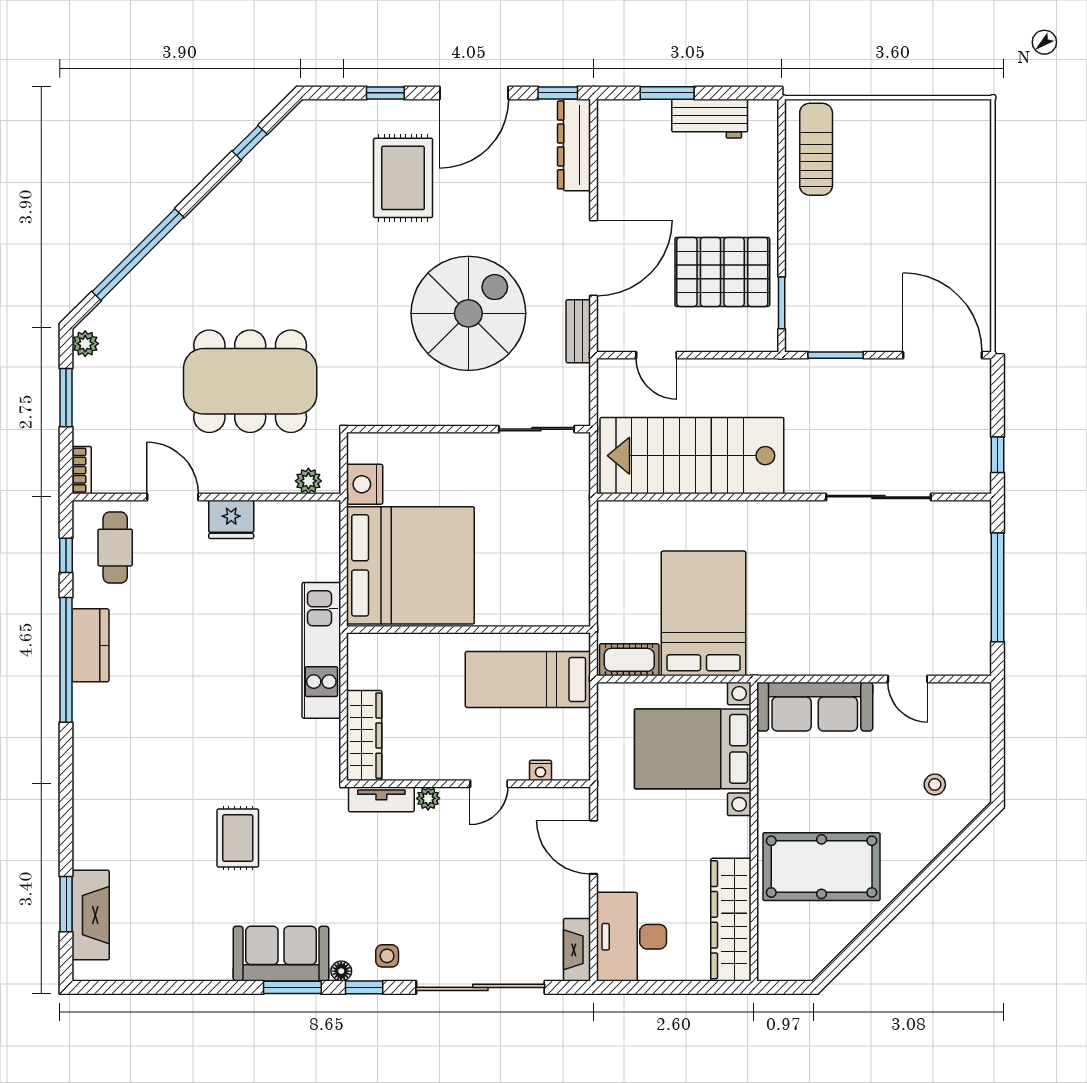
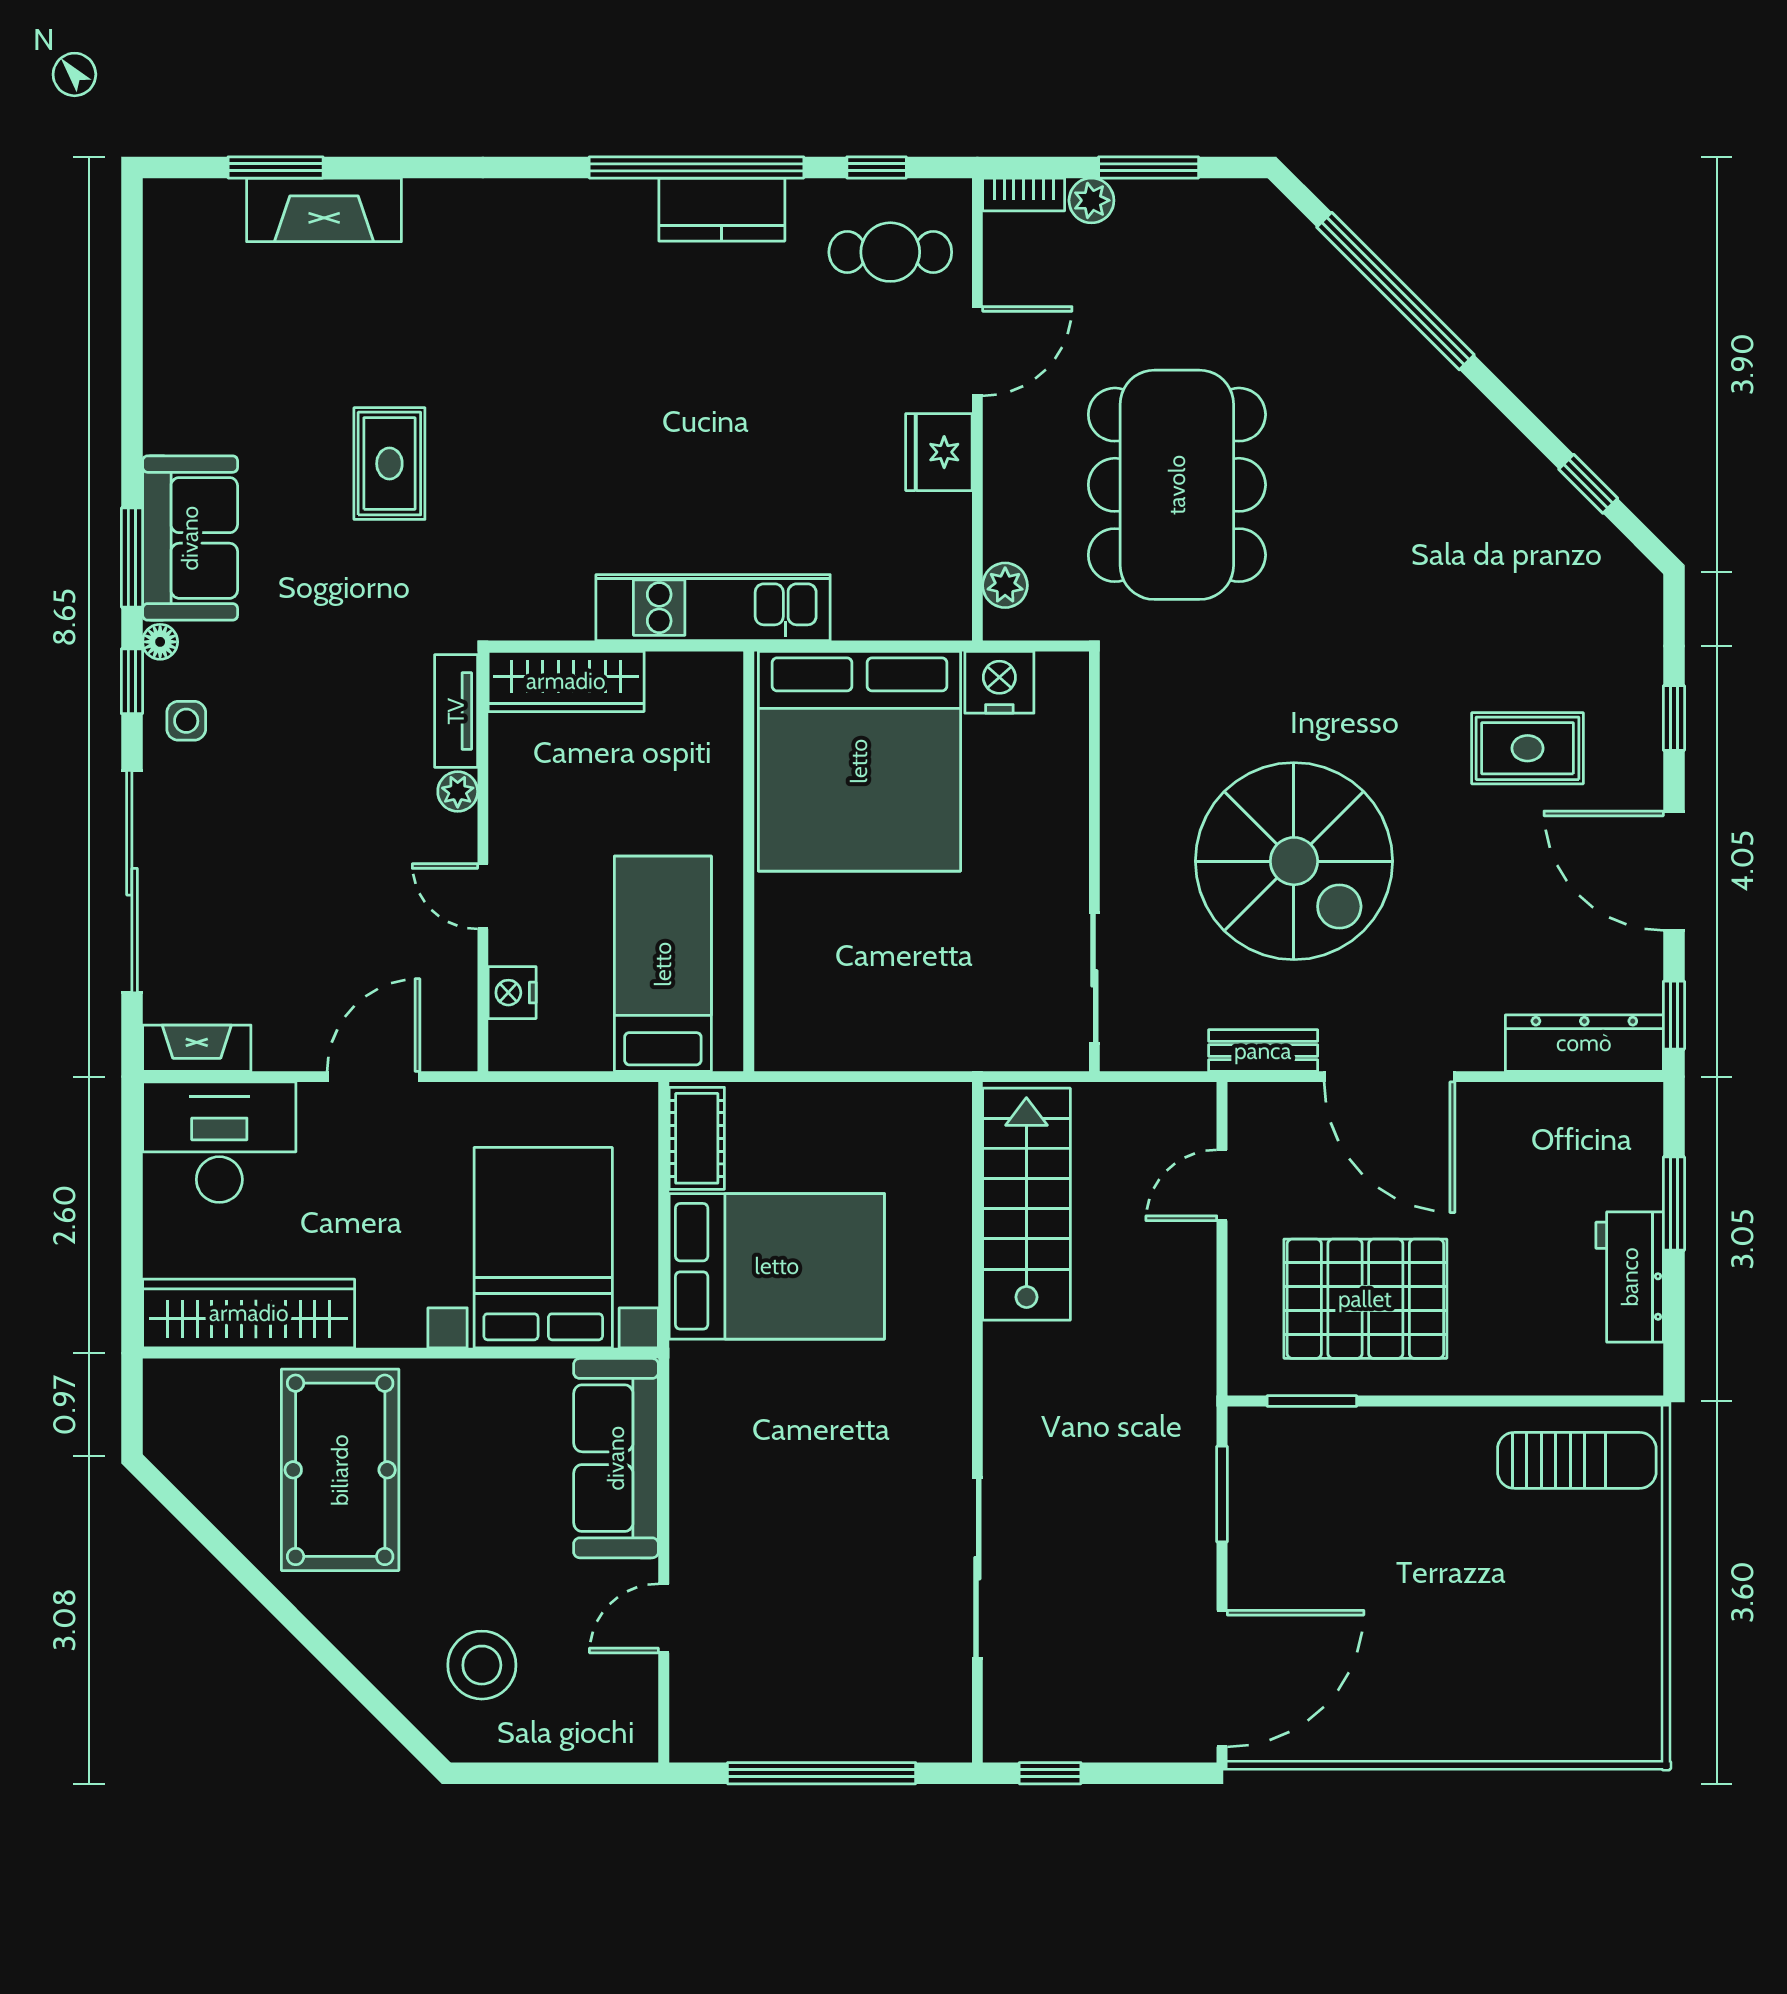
rug: (403, 178) -> (1527, 748), width x0.73, depth x0.70
pallet: (722, 272) -> (1365, 1299), turned 90
plant: (85, 344) -> (1091, 200), moved
stairs: (692, 456) -> (1026, 1204), width x0.73, depth x0.66
nightstand: (540, 770) -> (512, 993), width x1.39, depth x1.35
stool: (935, 784) -> (482, 1665), width x1.89, depth x1.89
rug: (238, 838) -> (389, 464), turned 90
fireplace: (91, 915) -> (324, 210), moved

